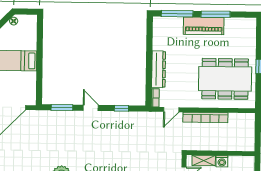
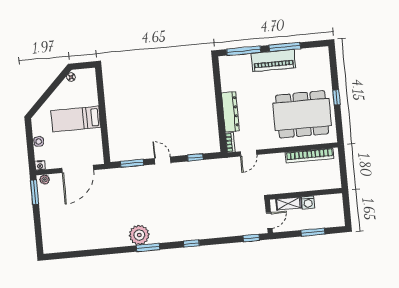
bookcase: (205, 117) -> (309, 155), moved

